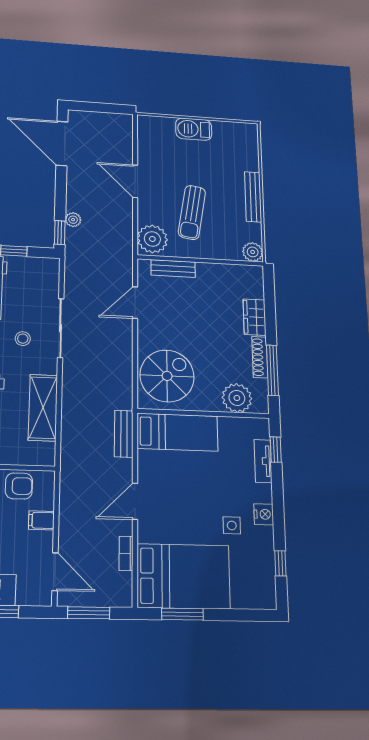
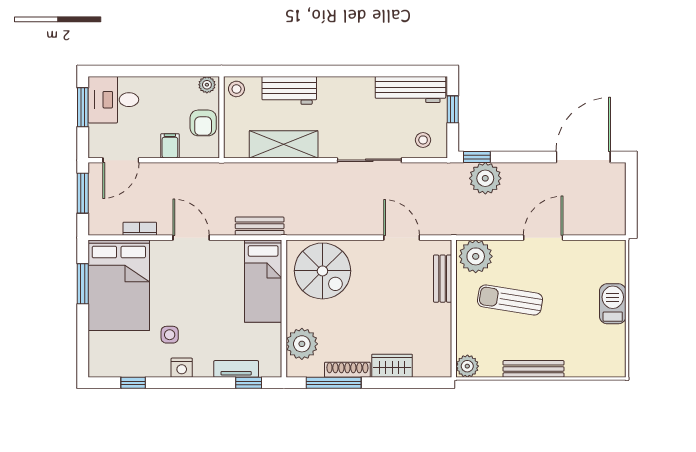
plant: (73, 220) -> (485, 178), width x1.88, depth x1.88
stool: (23, 339) -> (423, 140), moved

